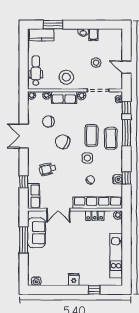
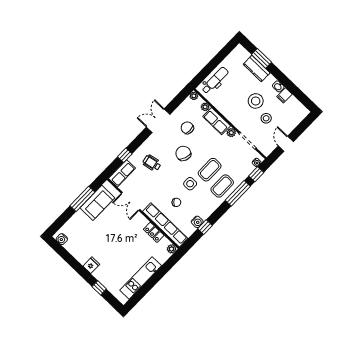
kitchen counter: (42, 35) -> (257, 69), moved
stool: (66, 77) -> (256, 101), moved

